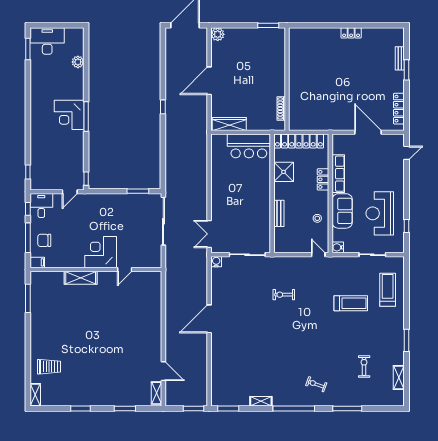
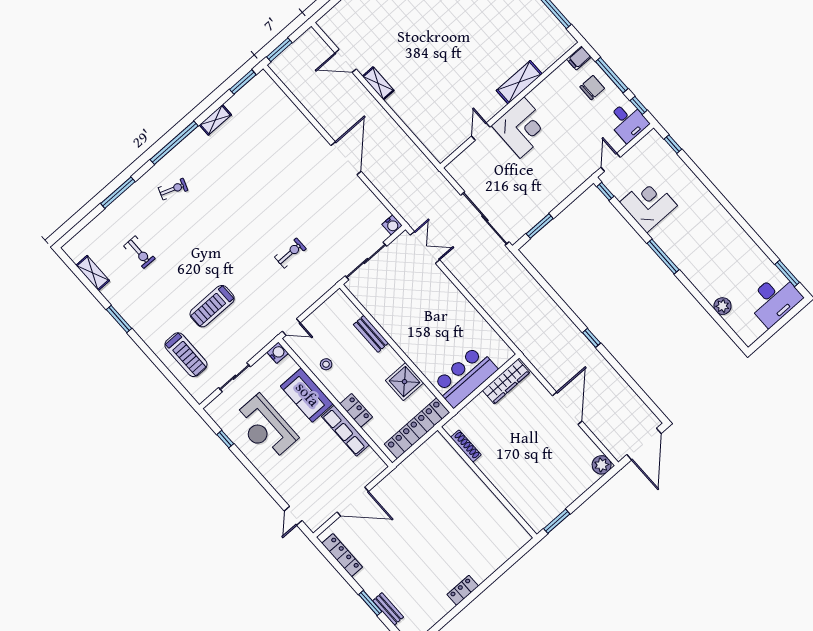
corner desk: (69, 115) -> (648, 204), moved
reception desk: (380, 213) -> (265, 427), turned 180
shelving: (157, 393) -> (378, 83), moved

